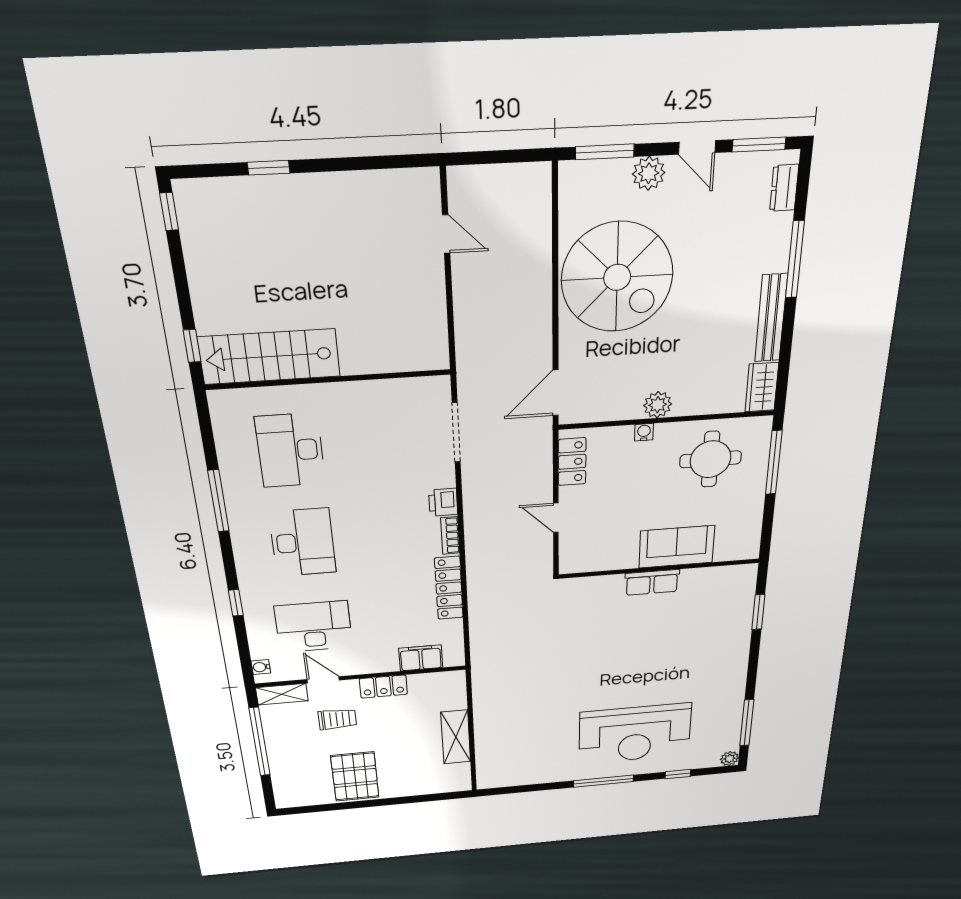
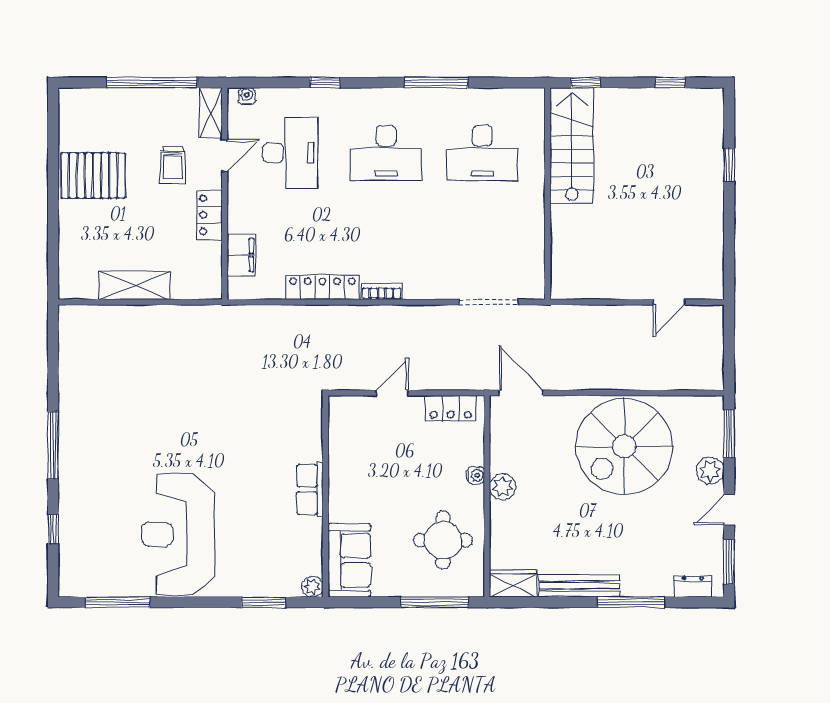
window: (169, 212) -> (670, 83), moved
desk: (290, 450) -> (482, 153), turned 180
printer: (443, 502) -> (418, 287), removed
sofa: (677, 547) -> (349, 560), moved
reception desk: (635, 734) -> (178, 534), moved
plant: (730, 759) -> (312, 587), moved

